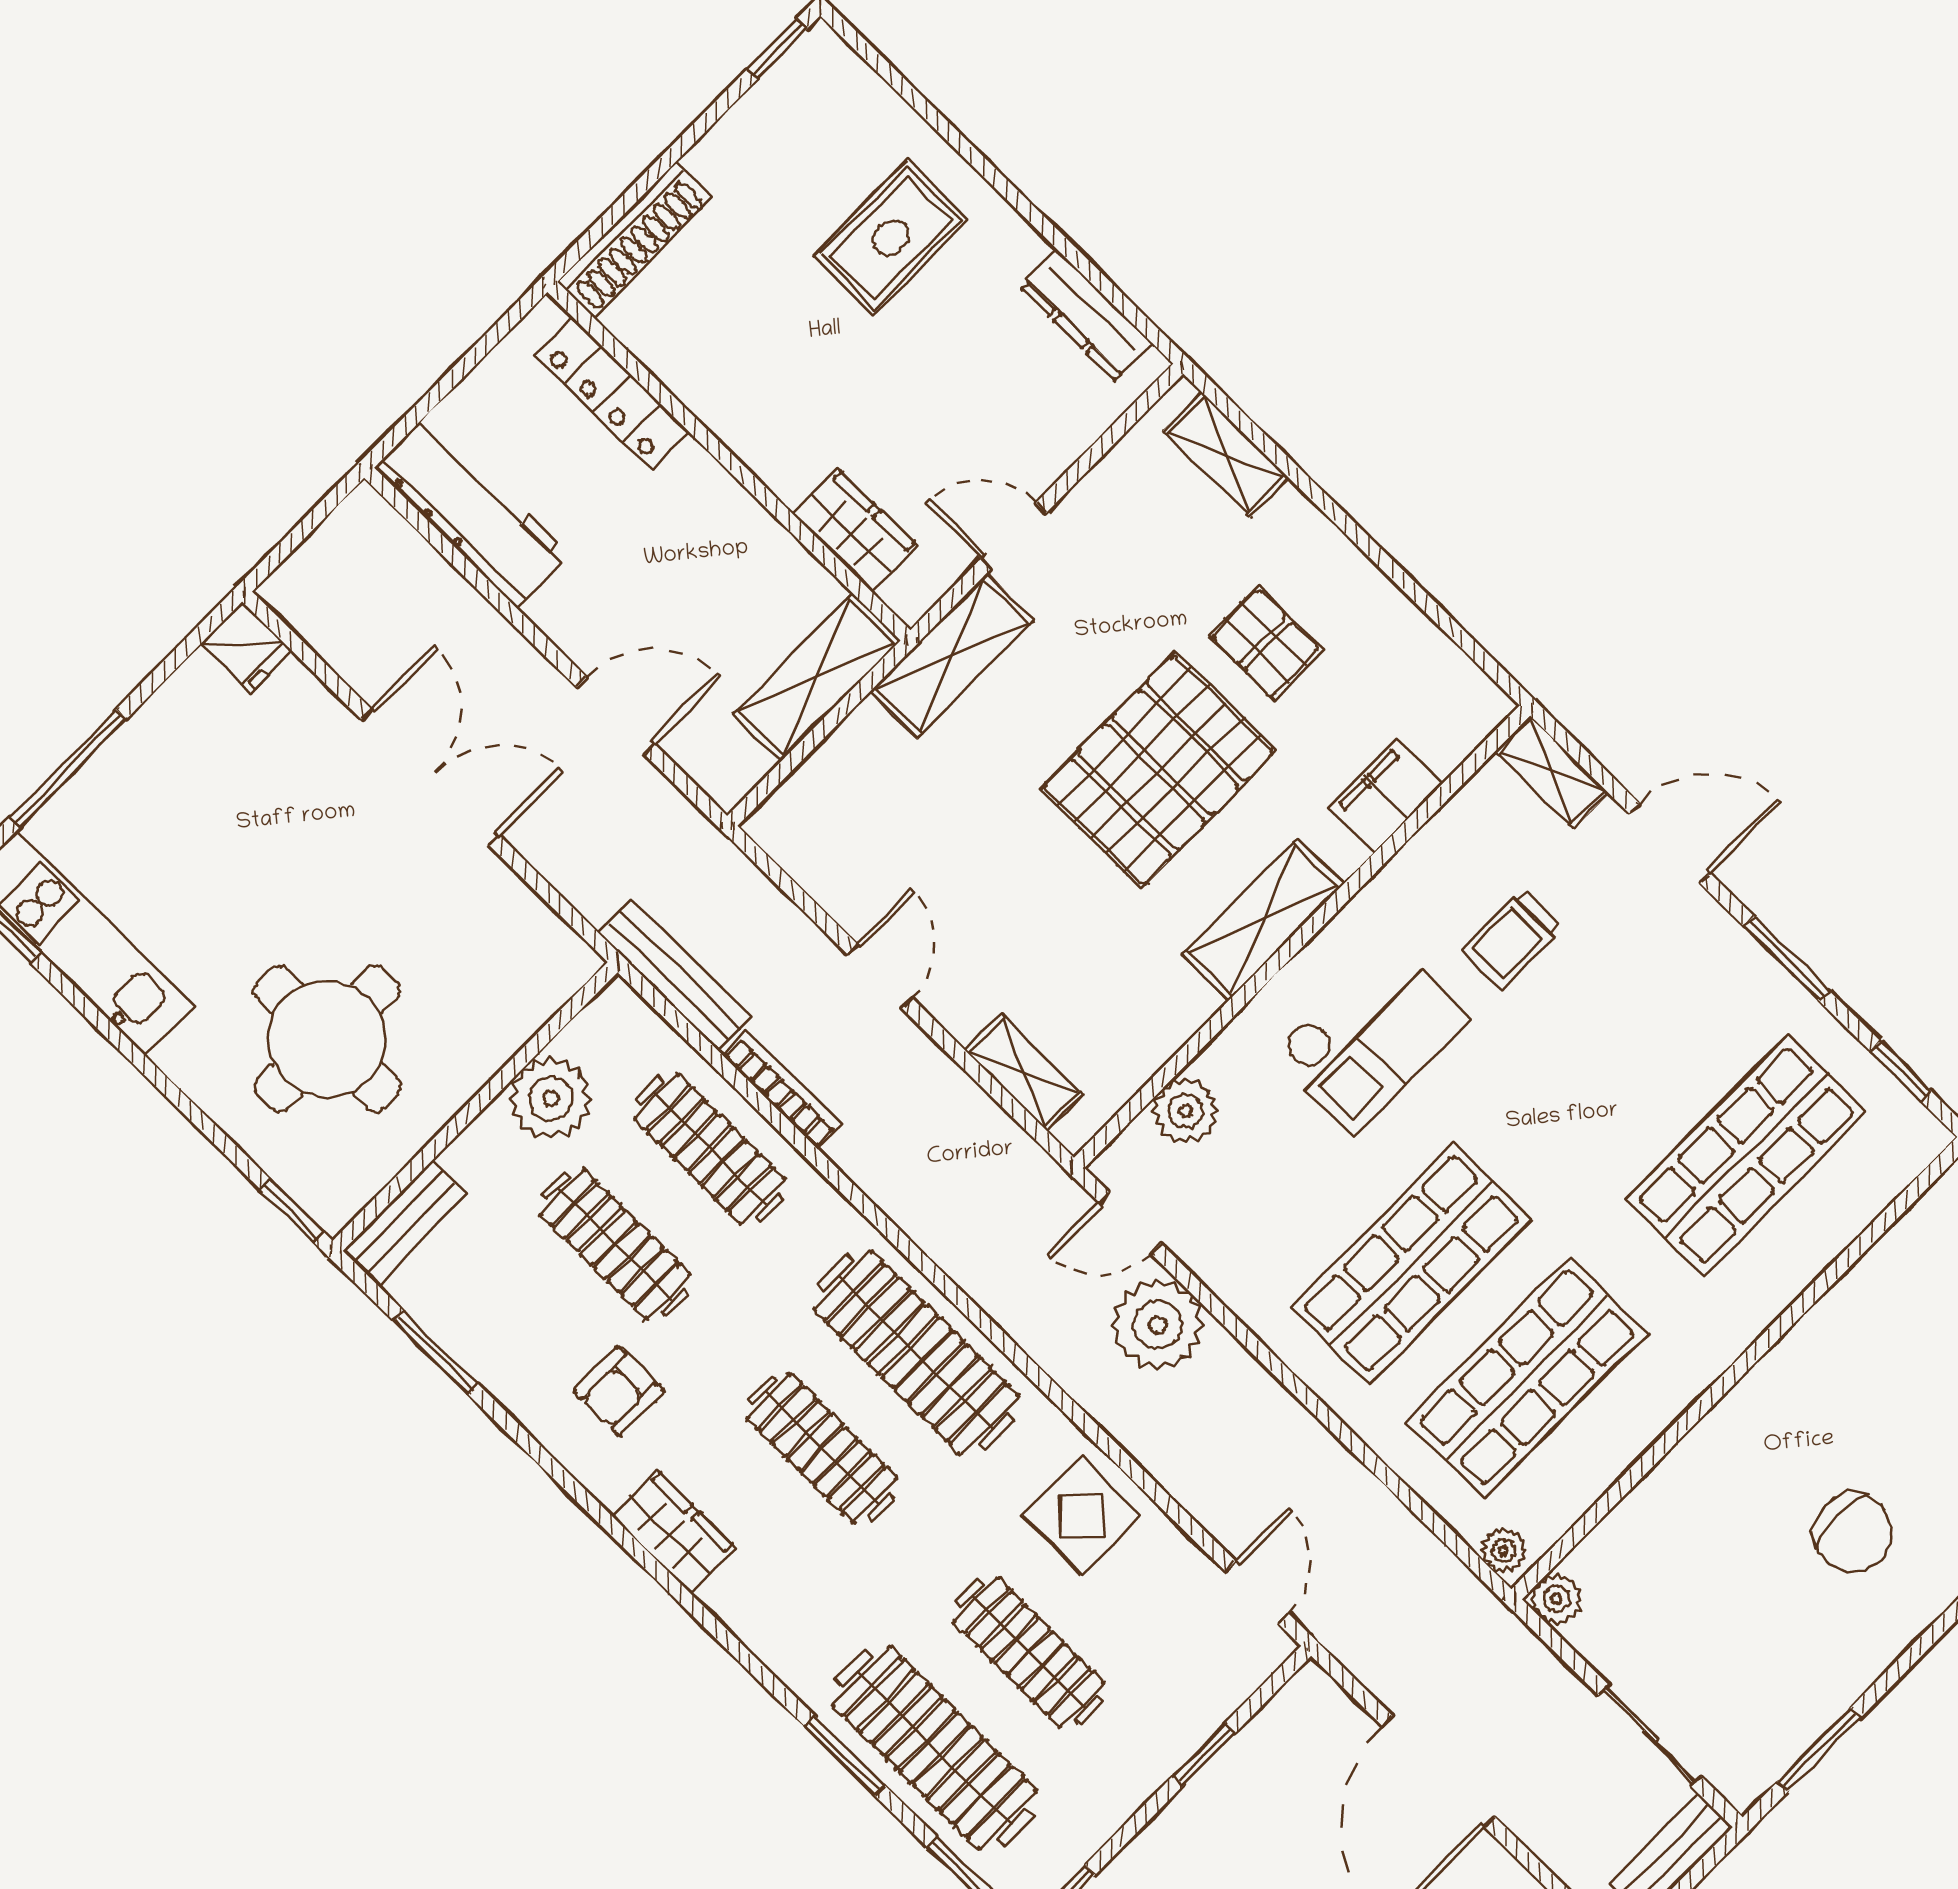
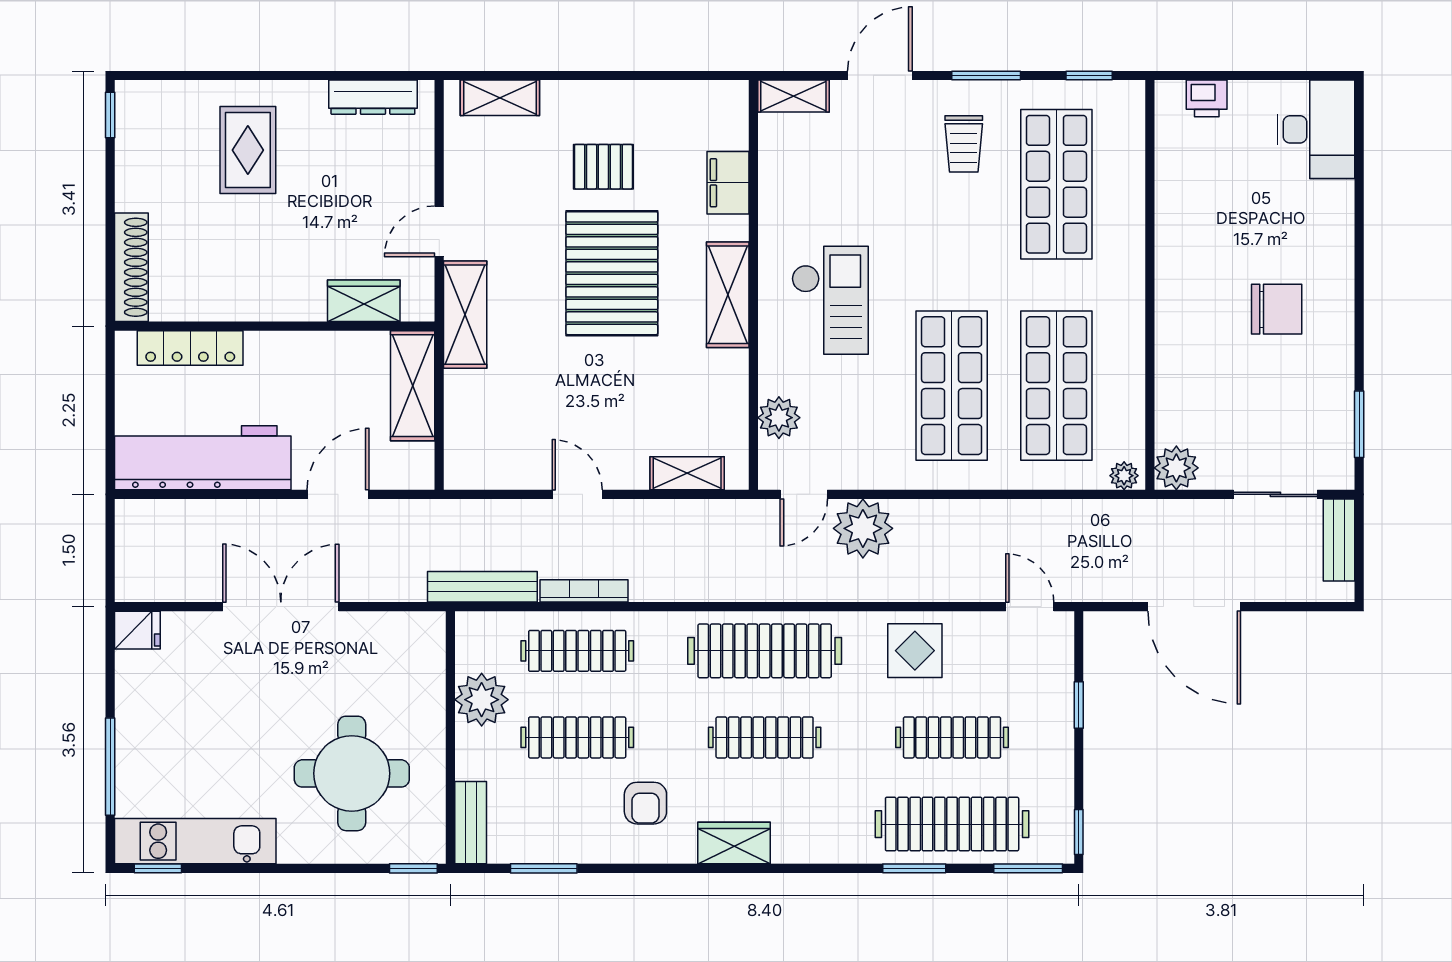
workbench: (472, 511) -> (203, 458), width x1.36, depth x1.32
trolley: (1512, 939) -> (964, 144), moved
plant: (1557, 1599) -> (1176, 468), width x1.38, depth x1.38

